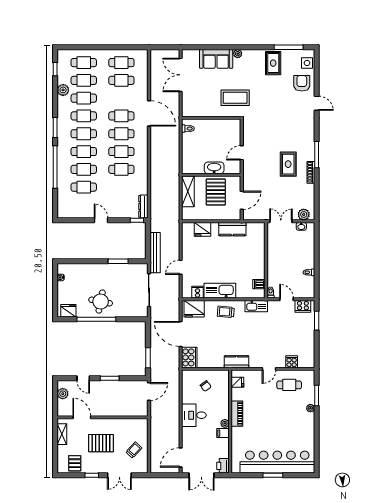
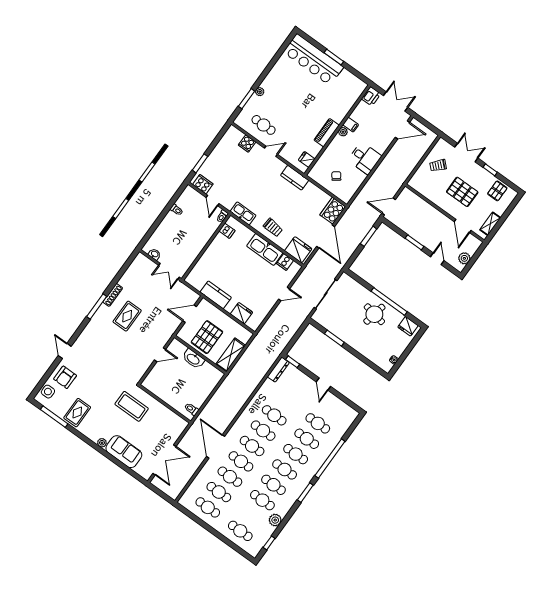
cafe table: (84, 80) -> (230, 477), moved
plant: (304, 214) -> (145, 263), removed
bench: (155, 253) -> (297, 323), removed
bar counter: (277, 462) -> (313, 60), width x0.73

